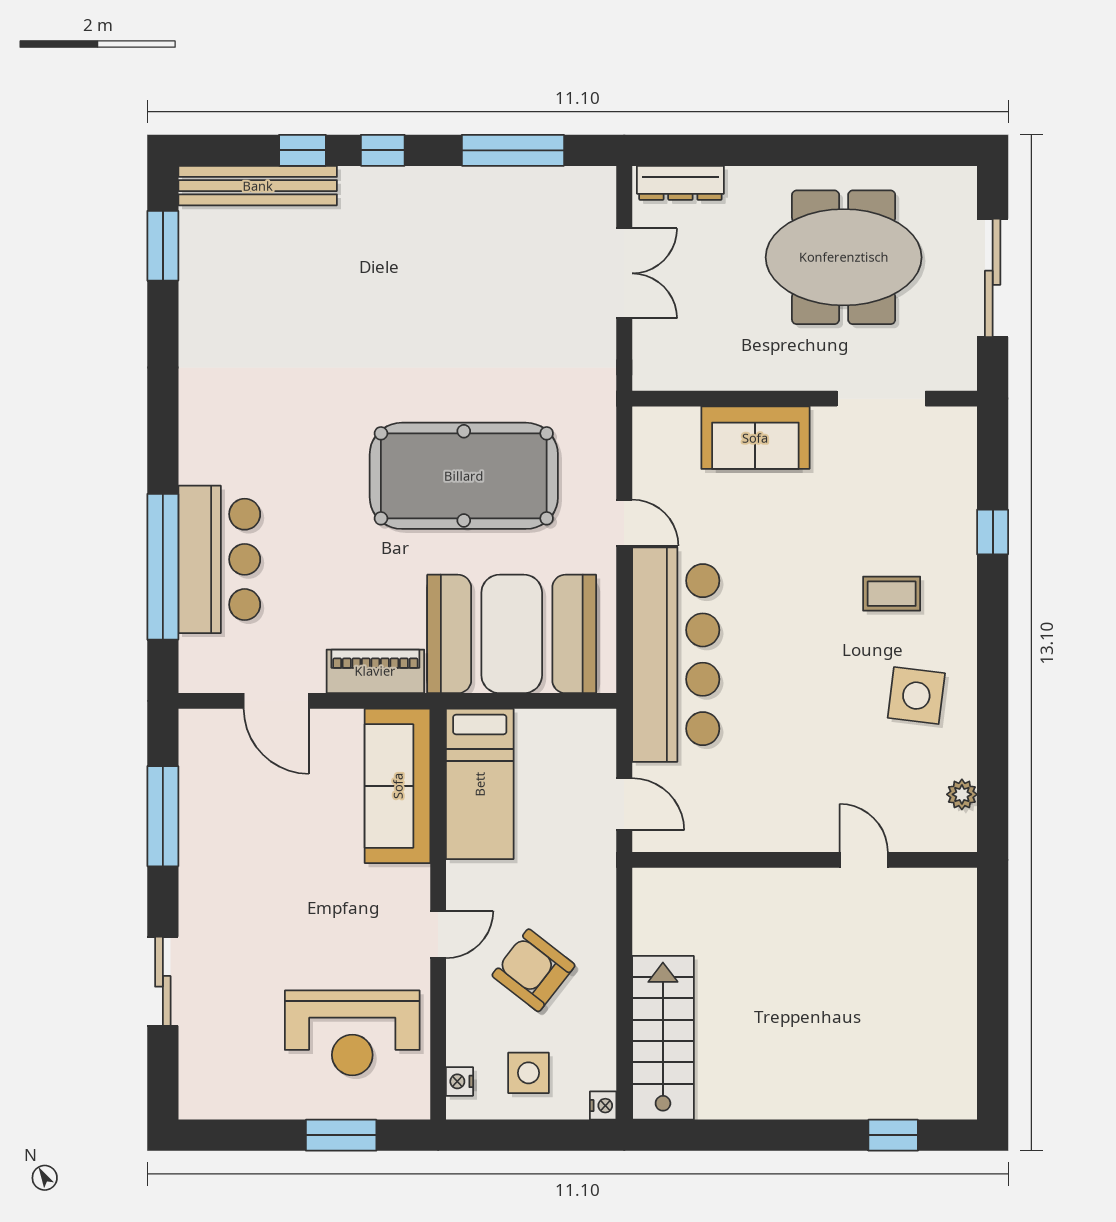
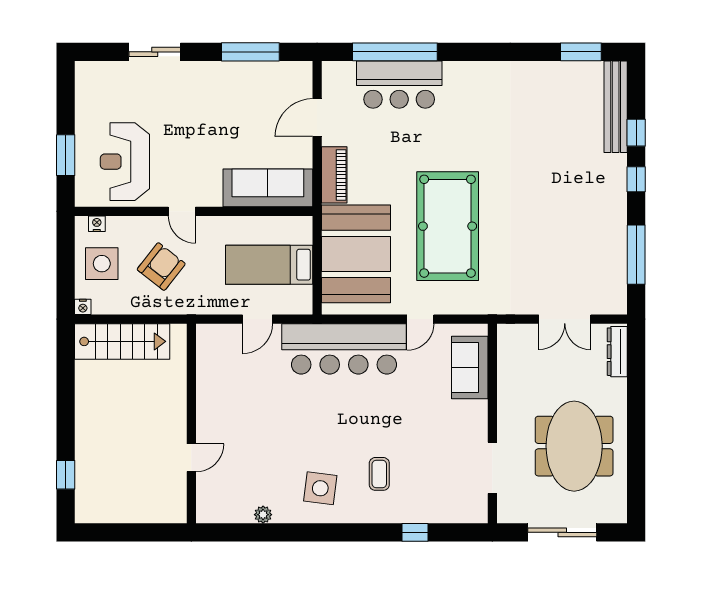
sofa: (755, 438) -> (470, 367), moved
bed: (480, 784) -> (269, 265), moved
wall: (805, 860) -> (191, 424), moved
door: (864, 860) -> (191, 458), moved
side table: (528, 1073) -> (102, 264), width x1.37, depth x1.37

